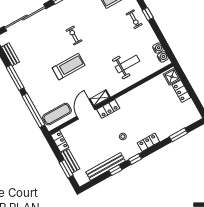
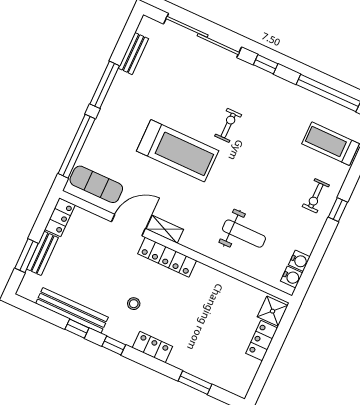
treadmill: (69, 67) -> (178, 151), width x1.37, depth x1.38
locker: (108, 109) -> (167, 257), width x1.53

